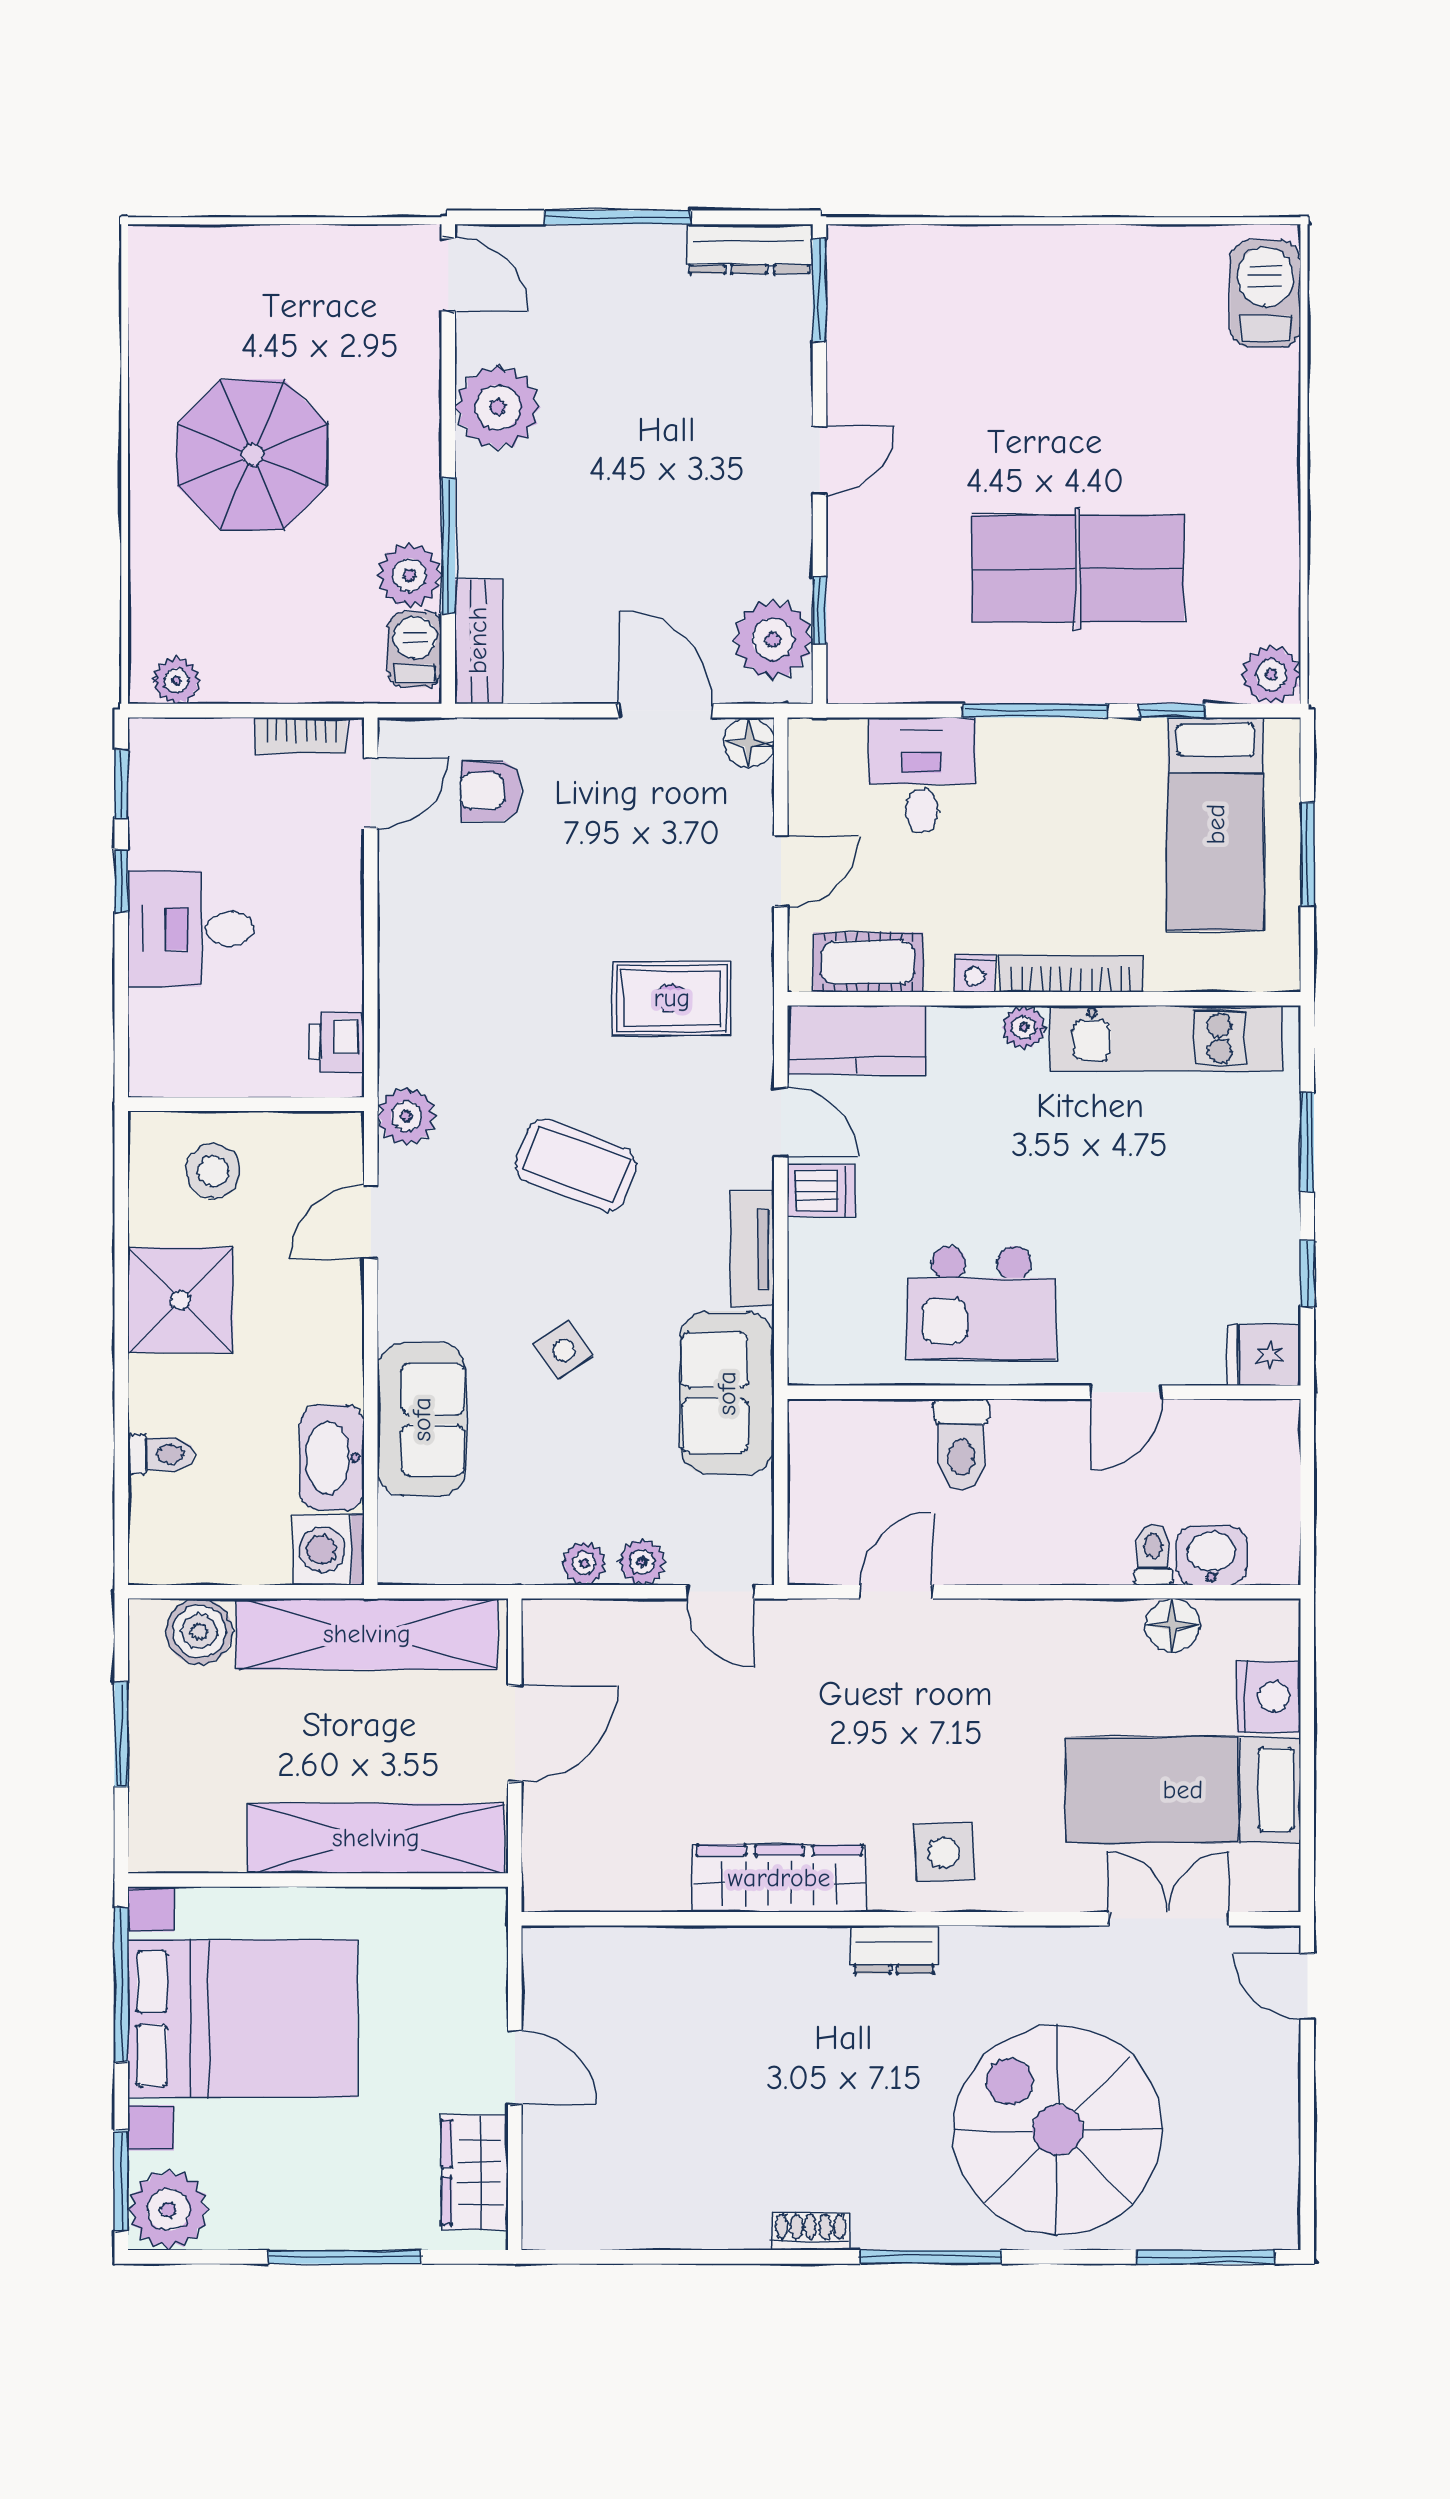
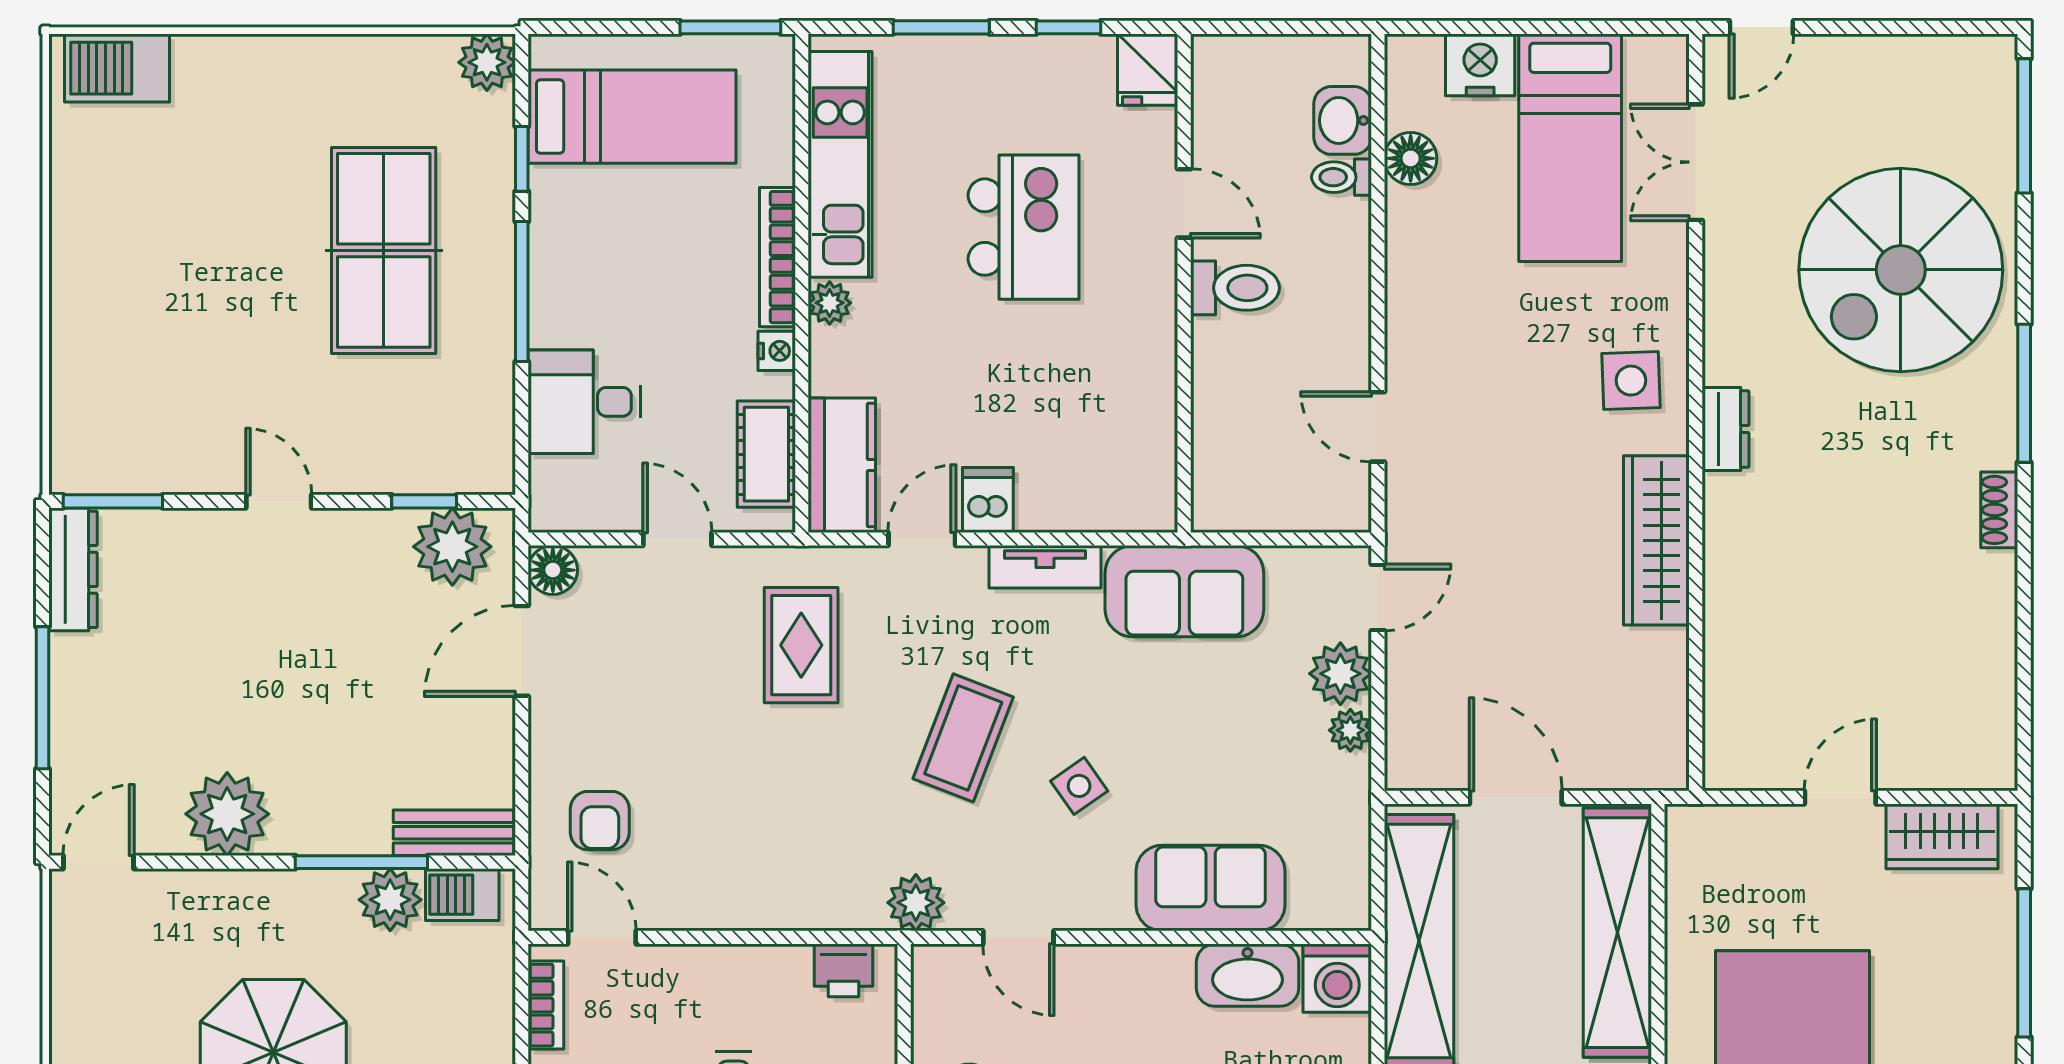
window: (1307, 854) -> (730, 27), moved
kitchen island: (981, 1303) -> (1023, 227), moved
side table: (563, 1350) -> (1079, 786), moved
toilet: (962, 1445) -> (1235, 288), moved
plant: (642, 1562) -> (1340, 674), width x1.38, depth x1.38

